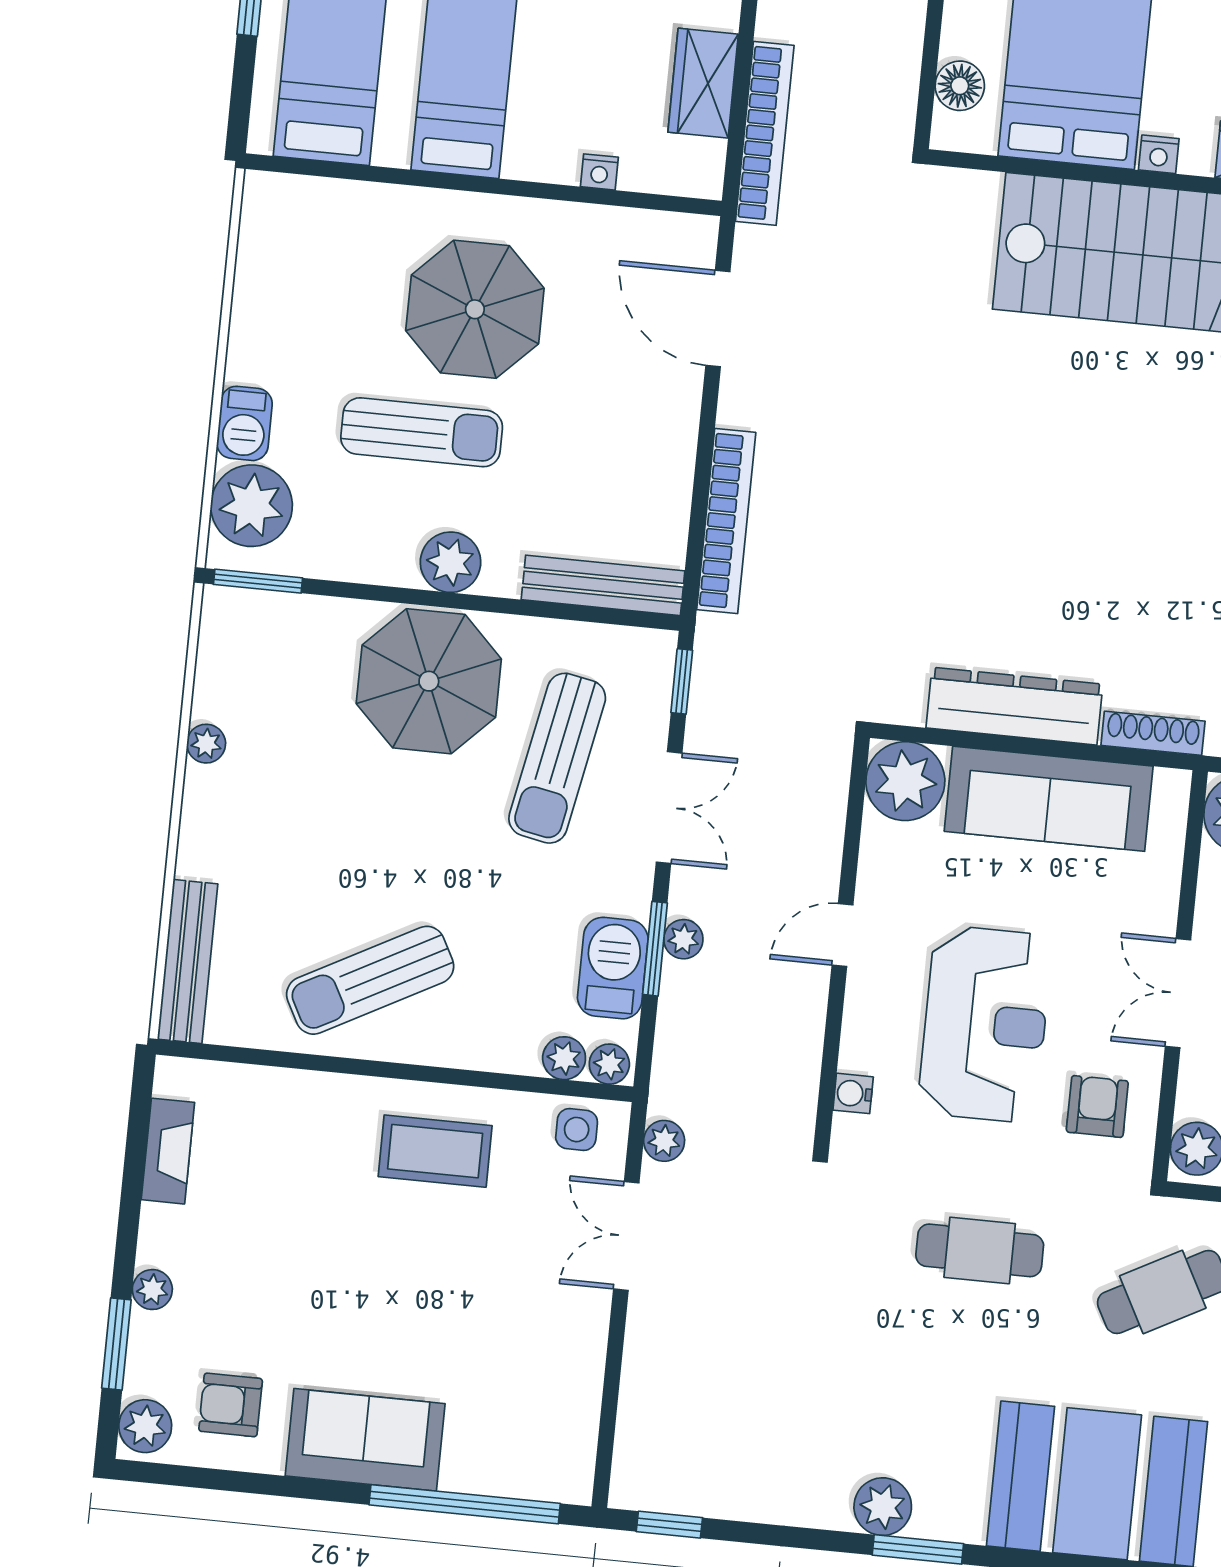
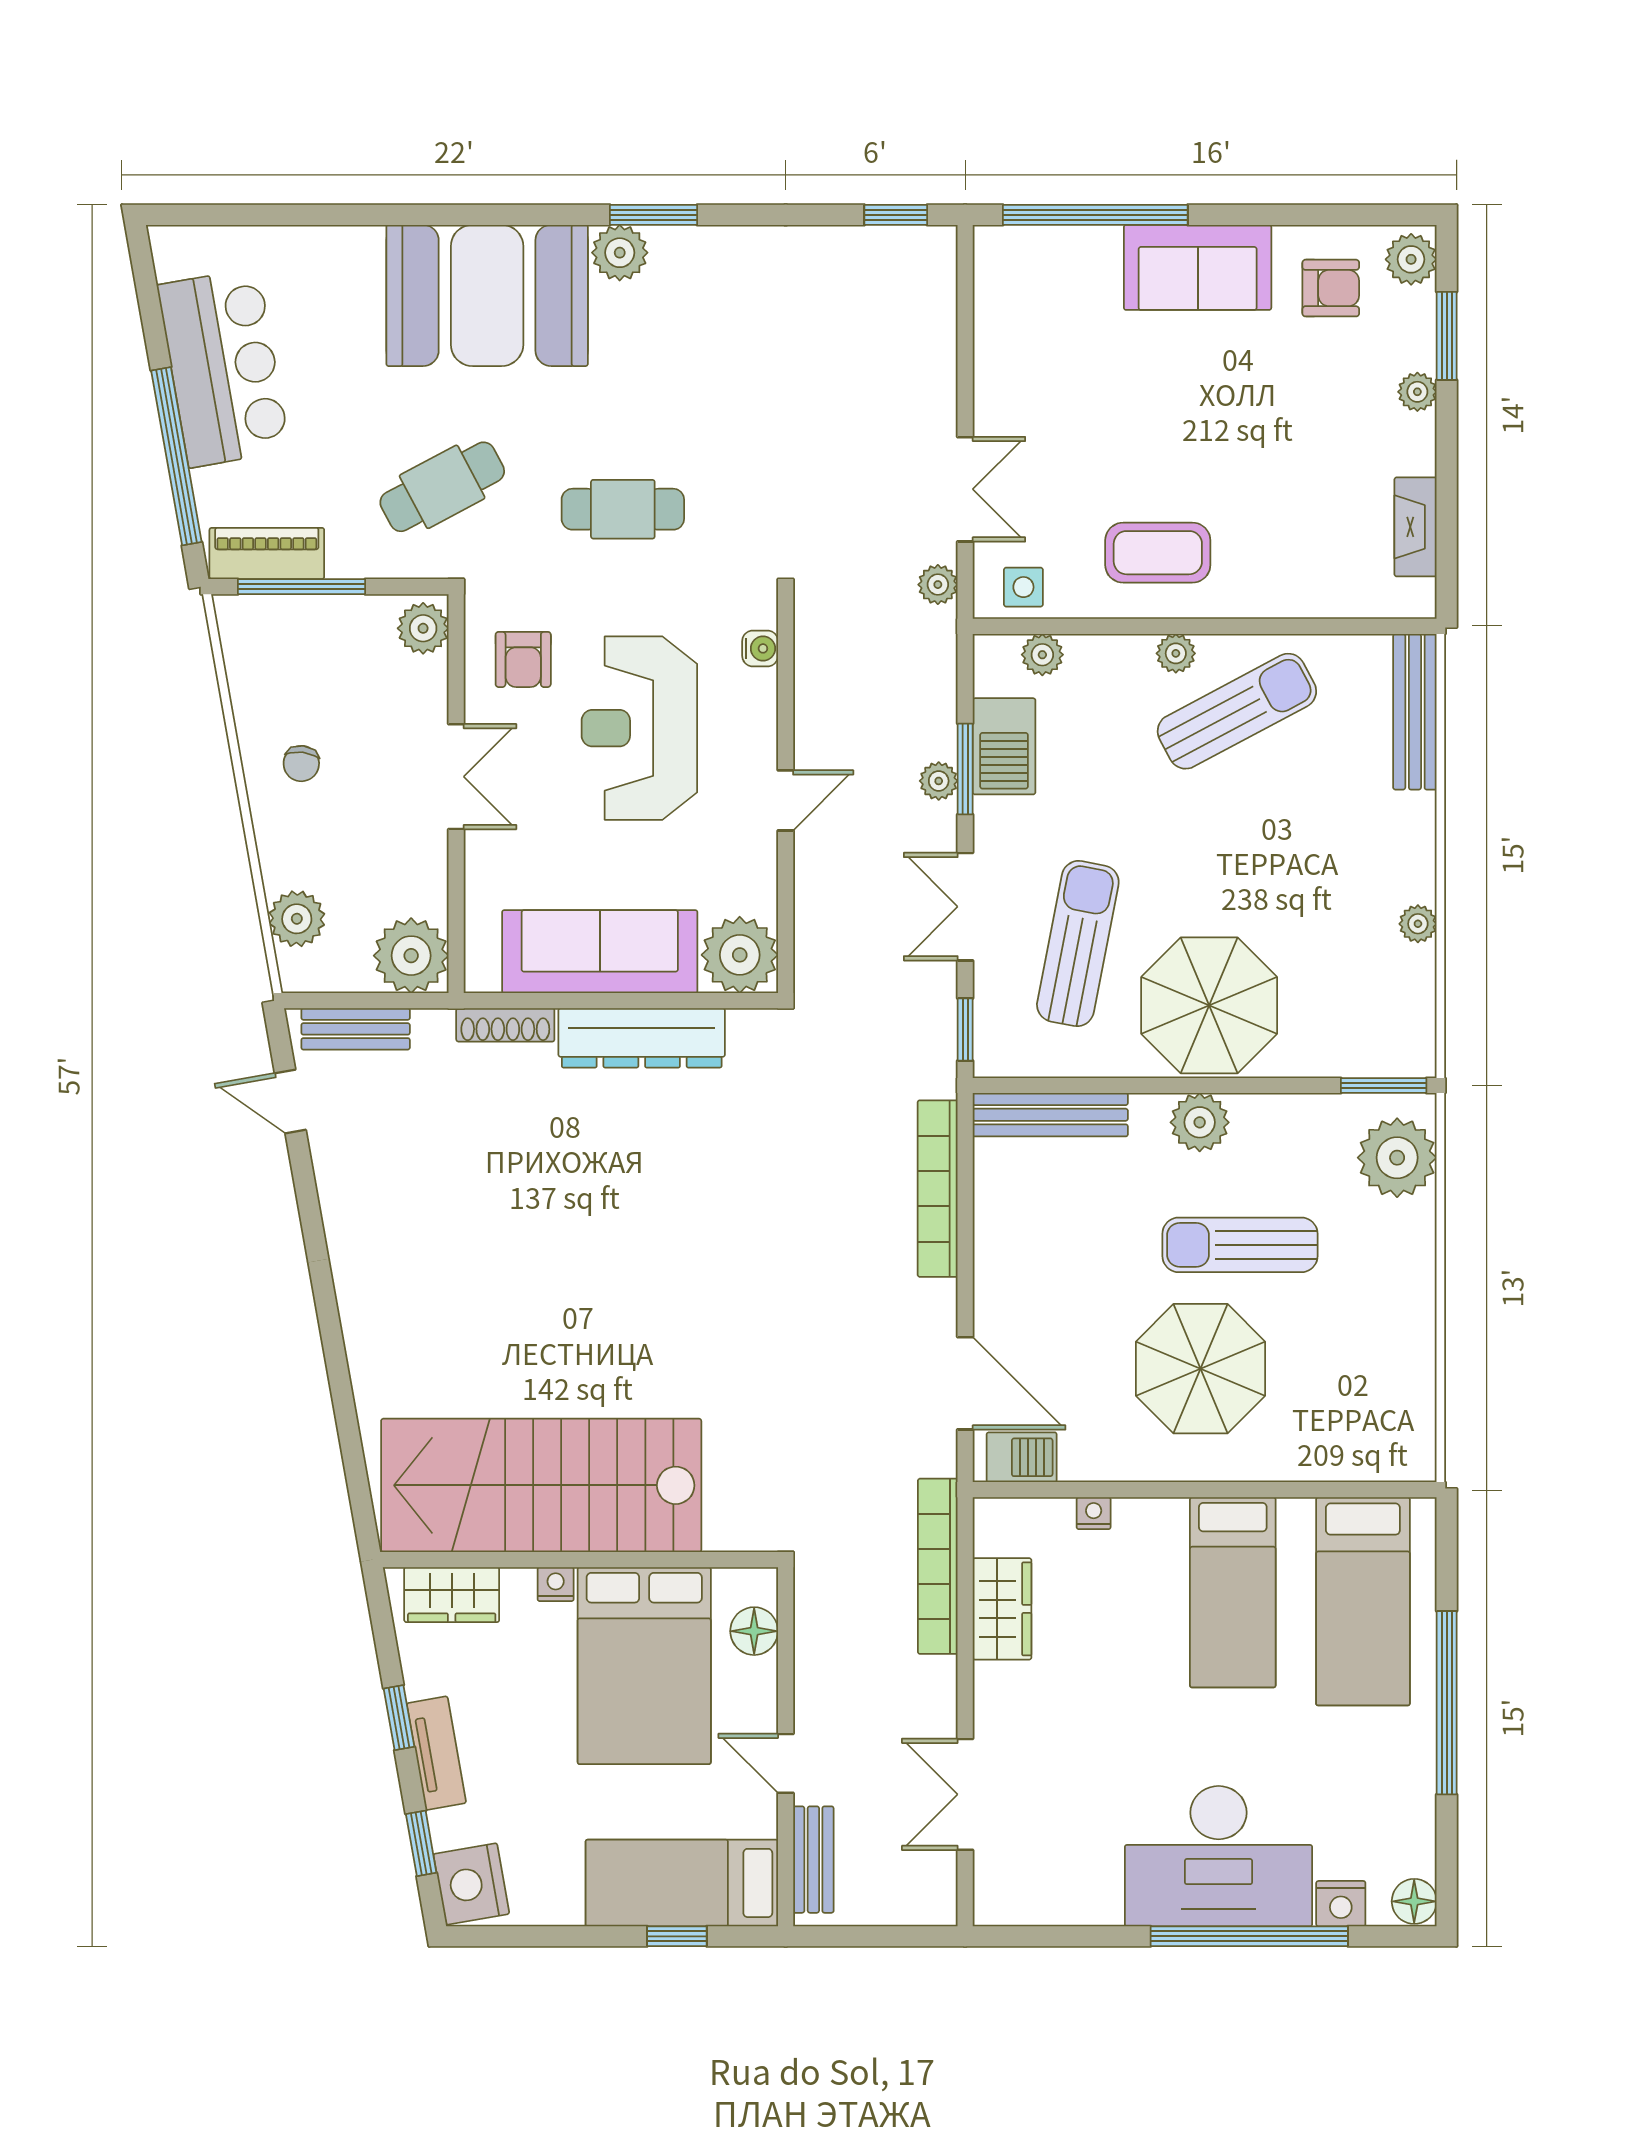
barbecue: (245, 423) -> (1022, 1457), moved, turned 90
plant: (609, 1064) -> (1176, 653), moved
plant: (883, 1507) -> (620, 253), moved

